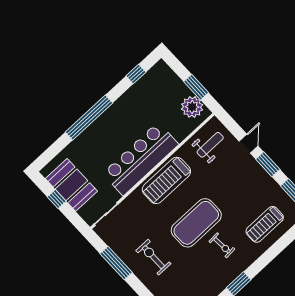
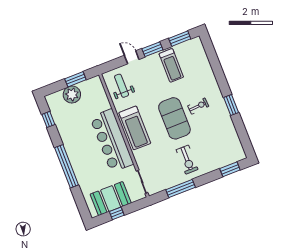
plant: (192, 107) -> (72, 94), moved
treadmill: (265, 224) -> (171, 65), moved
exercise bike: (153, 257) -> (187, 160), turned -90

